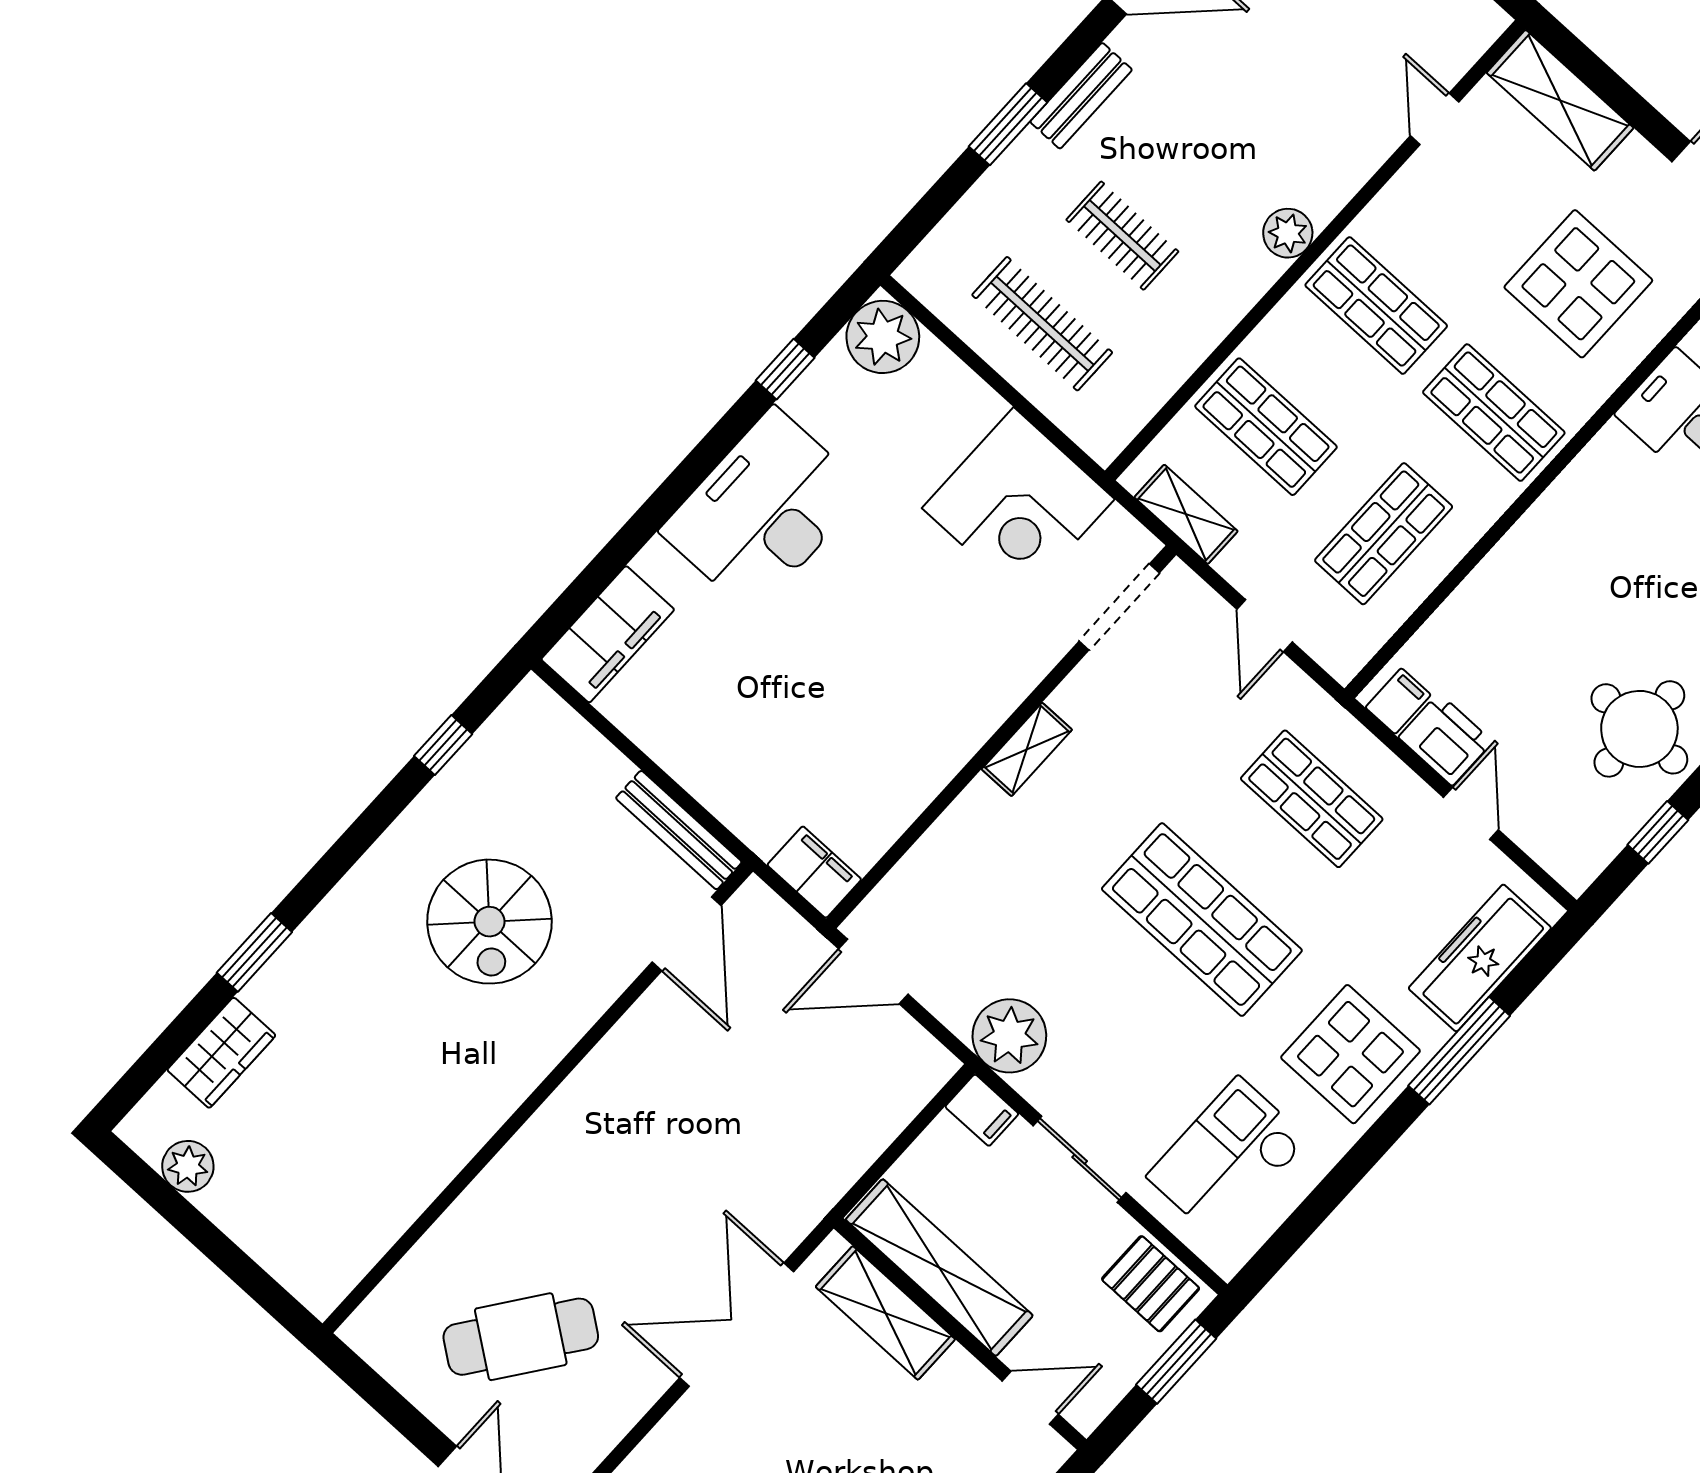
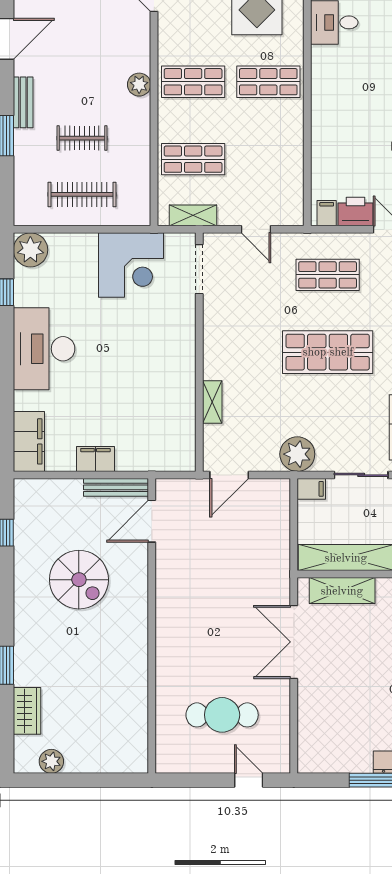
shop shelf: (1384, 534) -> (268, 159), removed
shelving: (1027, 749) -> (212, 402), moved
filing cabinet: (814, 872) -> (95, 459), moved
door: (687, 934) -> (152, 521), swing flipped
cafe table: (521, 1337) -> (222, 715), turned 54

